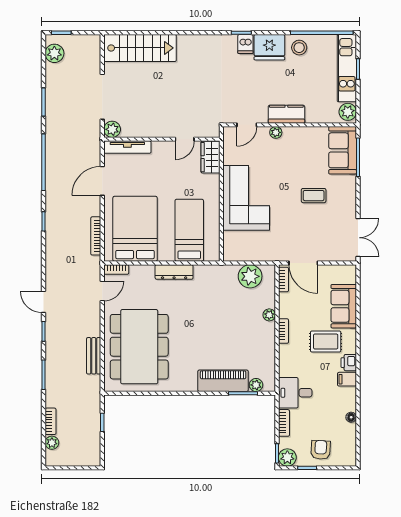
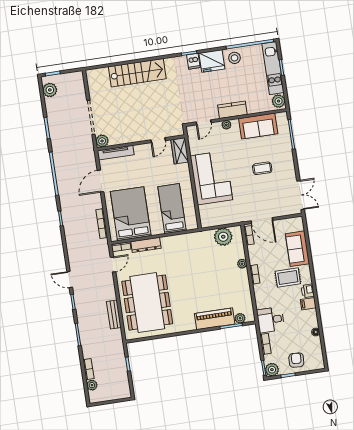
stairs: (140, 48) -> (137, 73), moved
sofa: (343, 150) -> (258, 126), moved, turned -90
dresser: (174, 272) -> (146, 245), moved

